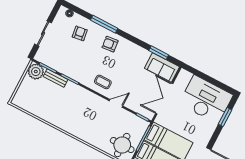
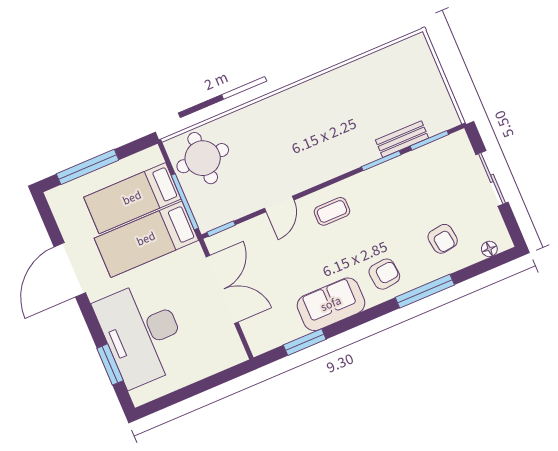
sofa: (162, 68) -> (331, 304), moved
plant: (36, 72) -> (439, 115), removed
desk: (206, 99) -> (142, 334), moved, turned 90

